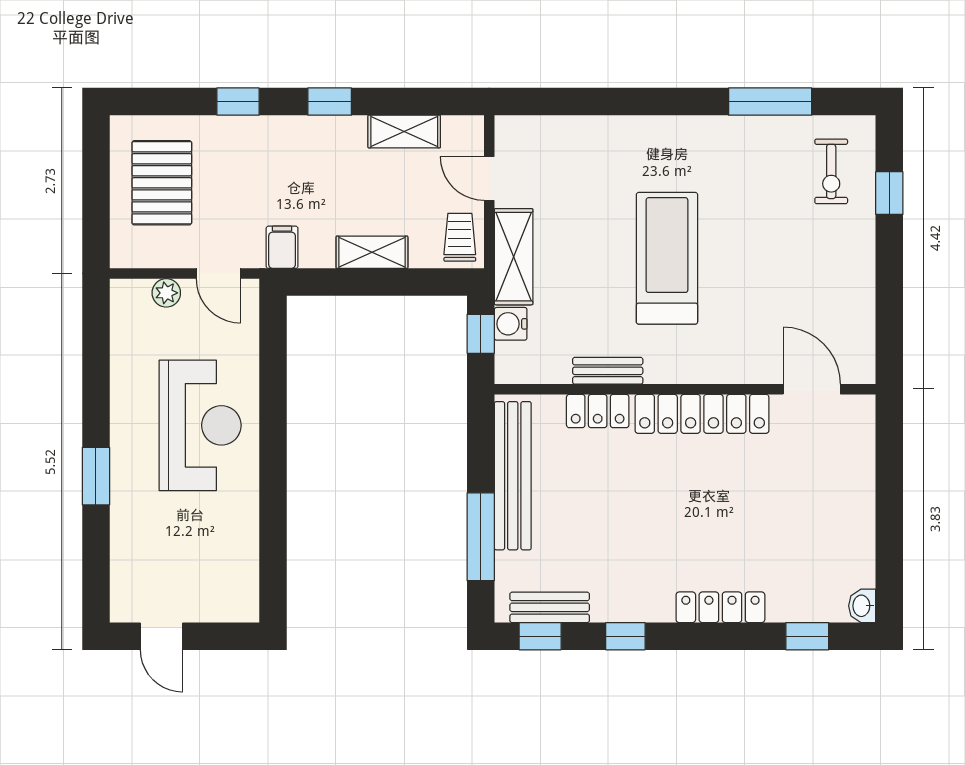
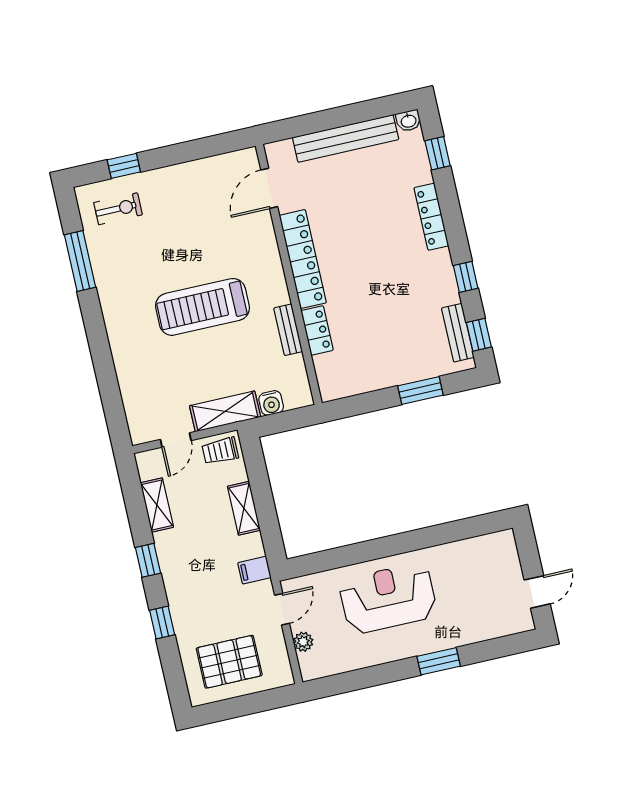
window: (481, 334) -> (283, 422), removed
bench: (513, 476) -> (346, 138), moved
window: (481, 537) -> (420, 390), width x0.69

